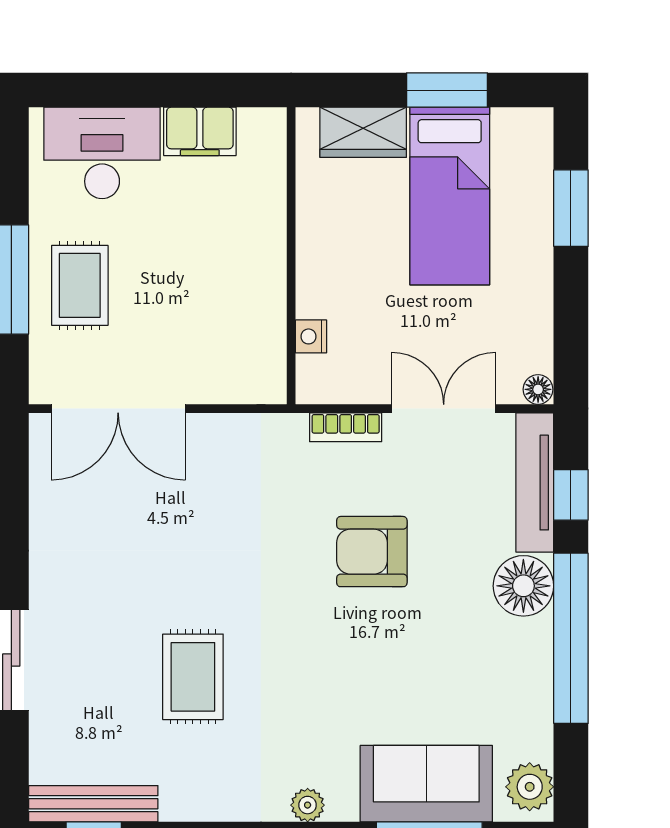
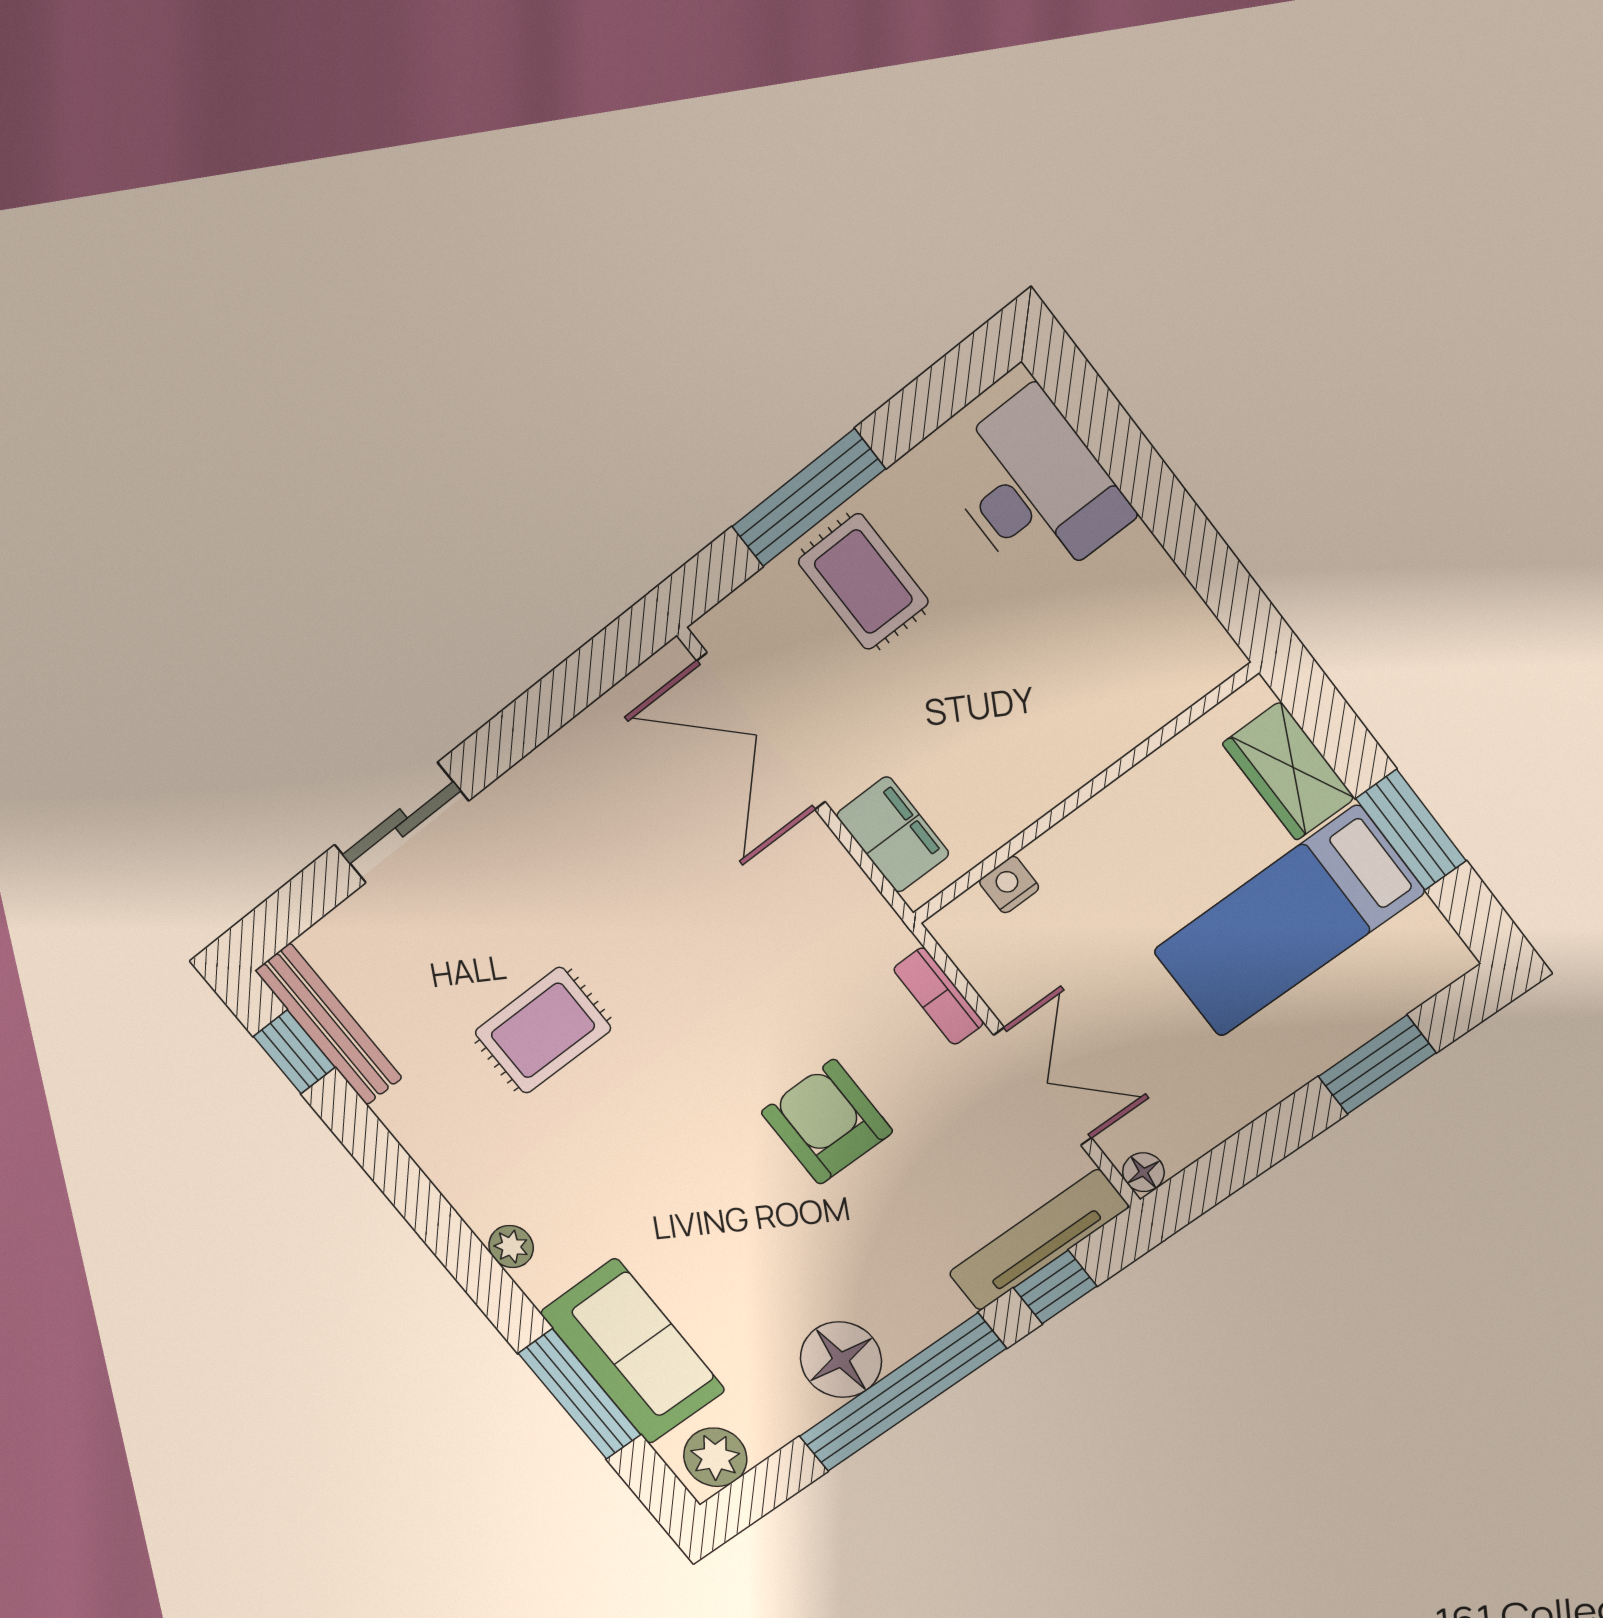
filing cabinet: (200, 131) -> (893, 834), moved, turned 180
rug: (80, 285) -> (863, 582), turned 90
floor lamp: (523, 586) -> (841, 1360), moved

